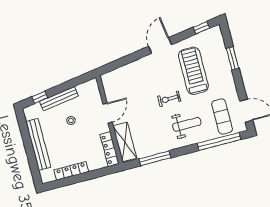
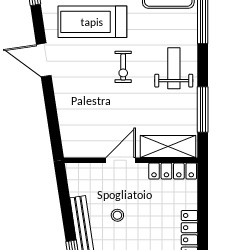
door: (108, 113) -> (121, 160), hinge flipped
weight bench: (187, 124) -> (174, 68), moved

